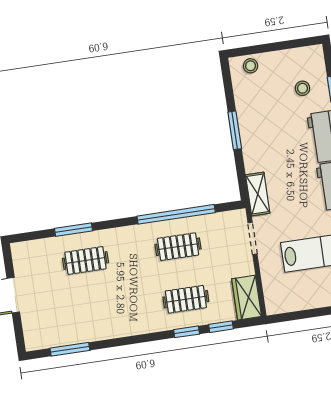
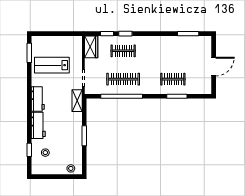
clothes rail: (178, 247) -> (123, 79), width x1.36

